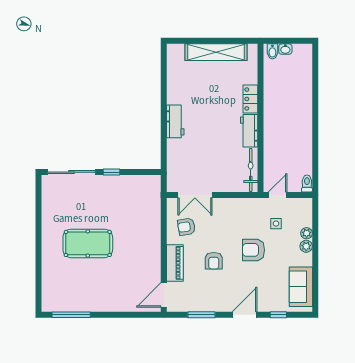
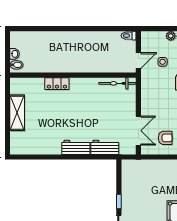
shelving: (216, 52) -> (17, 113), width x0.68
workbench: (249, 131) -> (105, 147), moved, turned 180
door: (277, 195) -> (138, 61), swing flipped
armchair: (186, 227) -> (165, 138), turned -81

